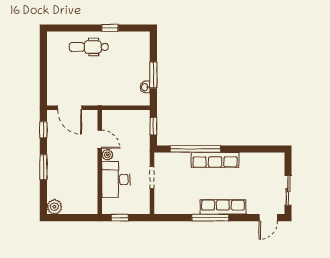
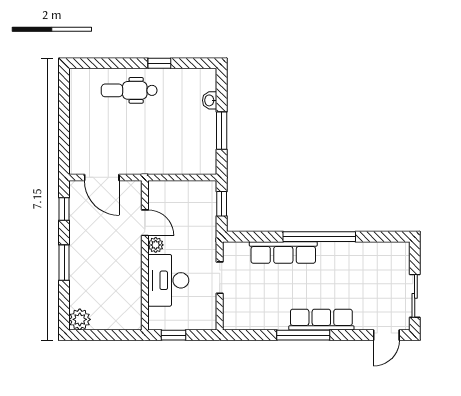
washbasin: (145, 87) -> (210, 100), moved
window: (195, 149) -> (319, 237), moved
row of seats: (215, 160) -> (283, 252), moved

